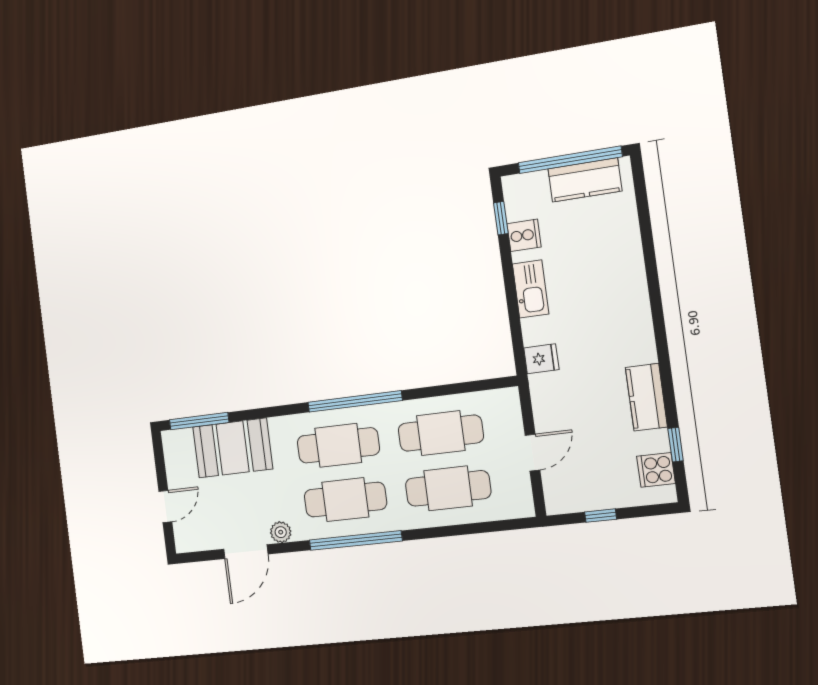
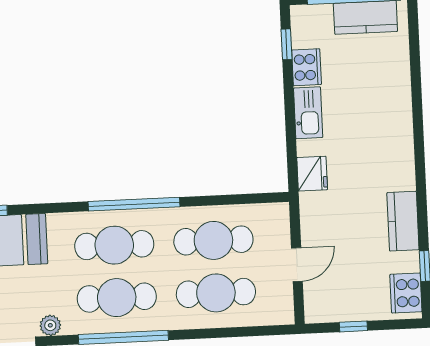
cooker: (524, 235) -> (307, 67), width x1.36
fridge: (541, 359) -> (312, 174), width x1.38
cooker: (656, 470) -> (406, 293), width x1.36

